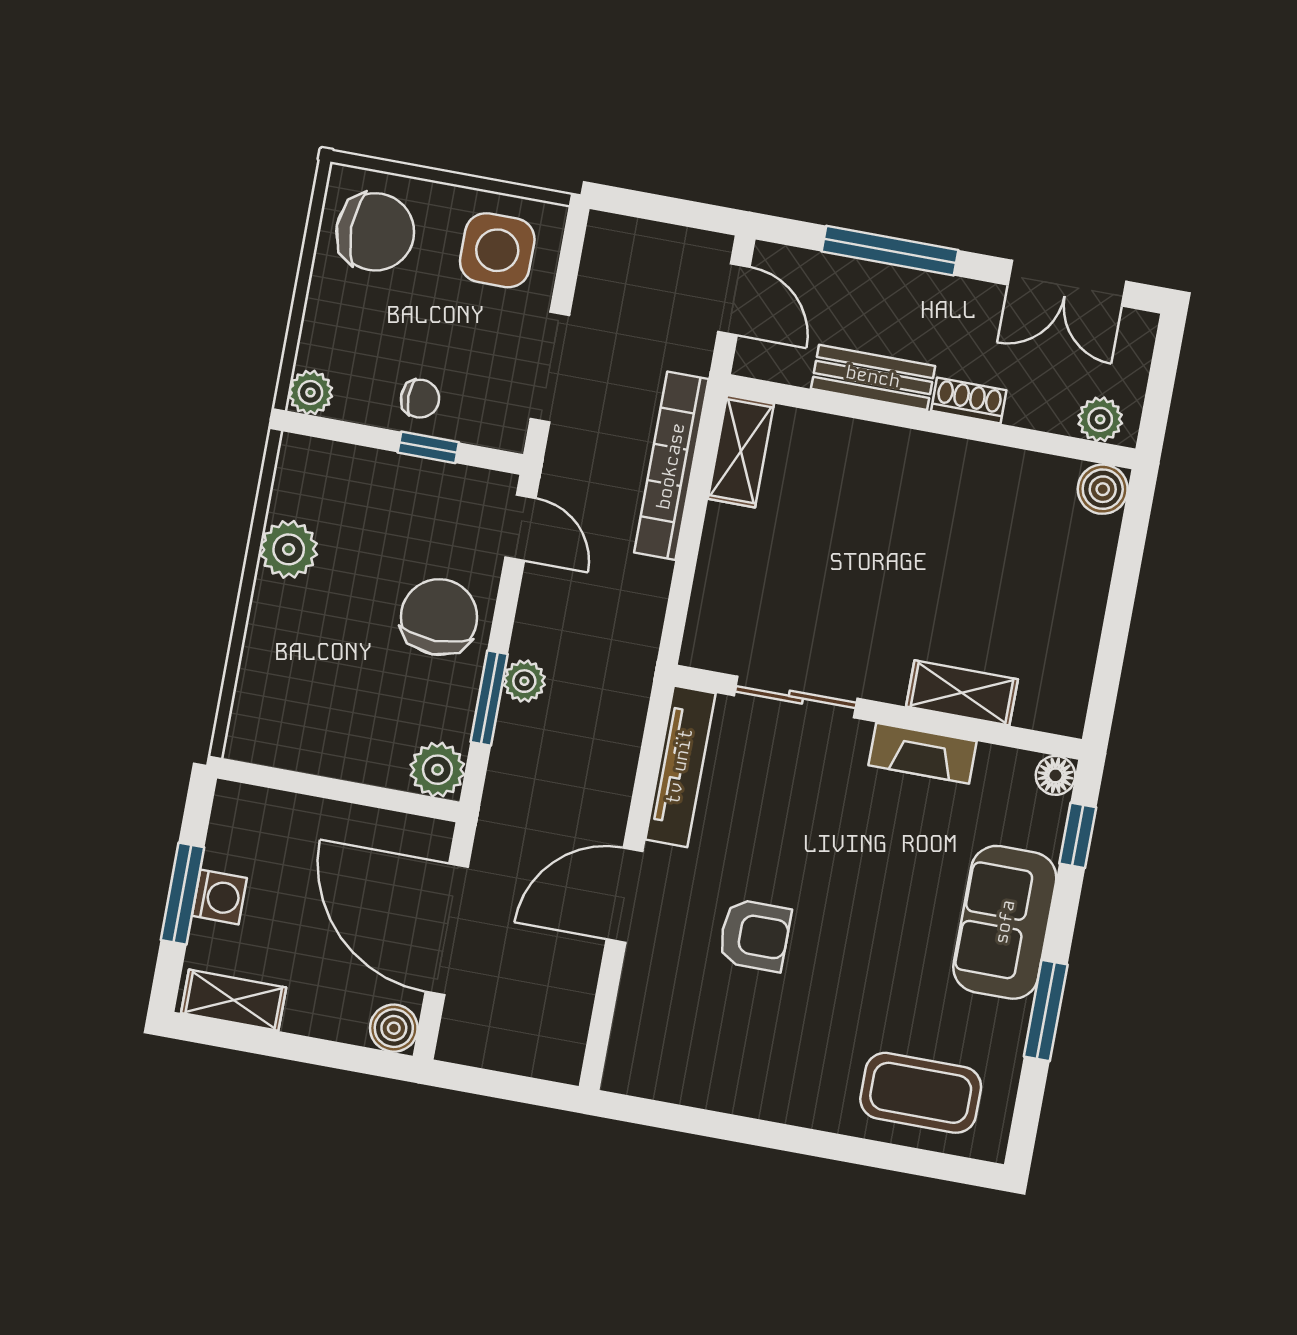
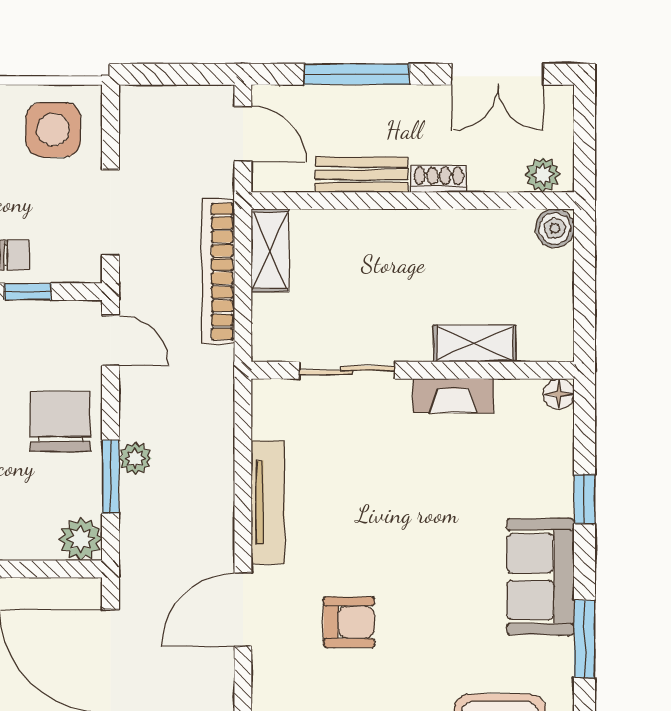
shelving: (962, 693) -> (475, 343), moved
sliding door: (796, 697) -> (347, 370), moved
wall: (878, 712) -> (413, 370), moved
fireplace: (923, 753) -> (453, 396), moved
floor lamp: (1055, 775) -> (559, 394), moved

